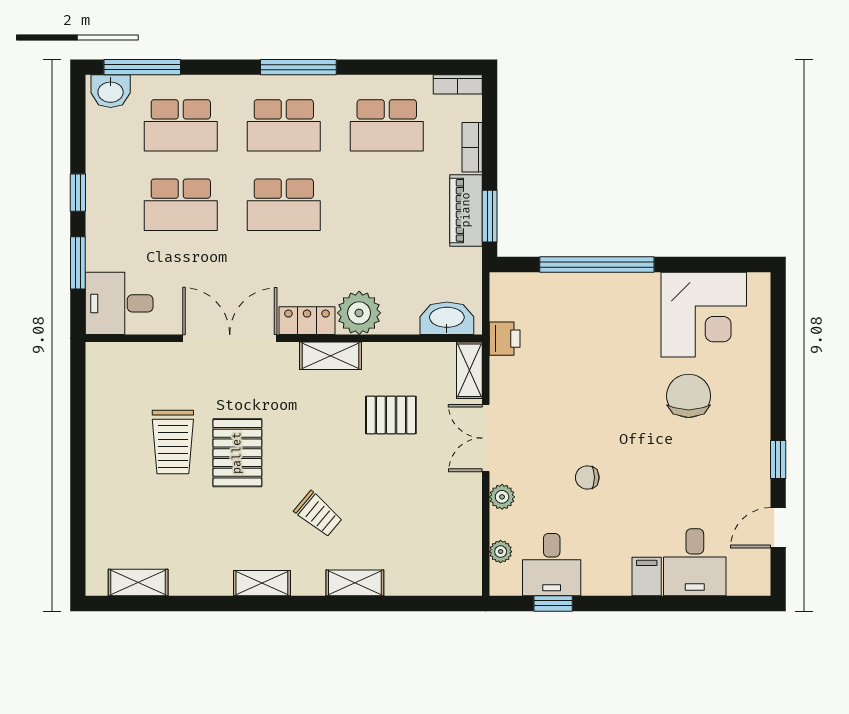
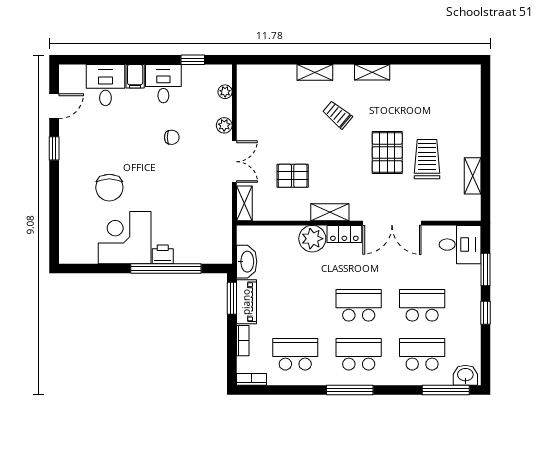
corner desk: (704, 315) -> (125, 238), moved
washbasin: (447, 318) -> (247, 262), moved, turned -90
printer: (505, 339) -> (163, 254), moved, turned 90
desk: (552, 565) -> (163, 84), moved
shelving: (138, 582) -> (473, 176), moved, turned 90

